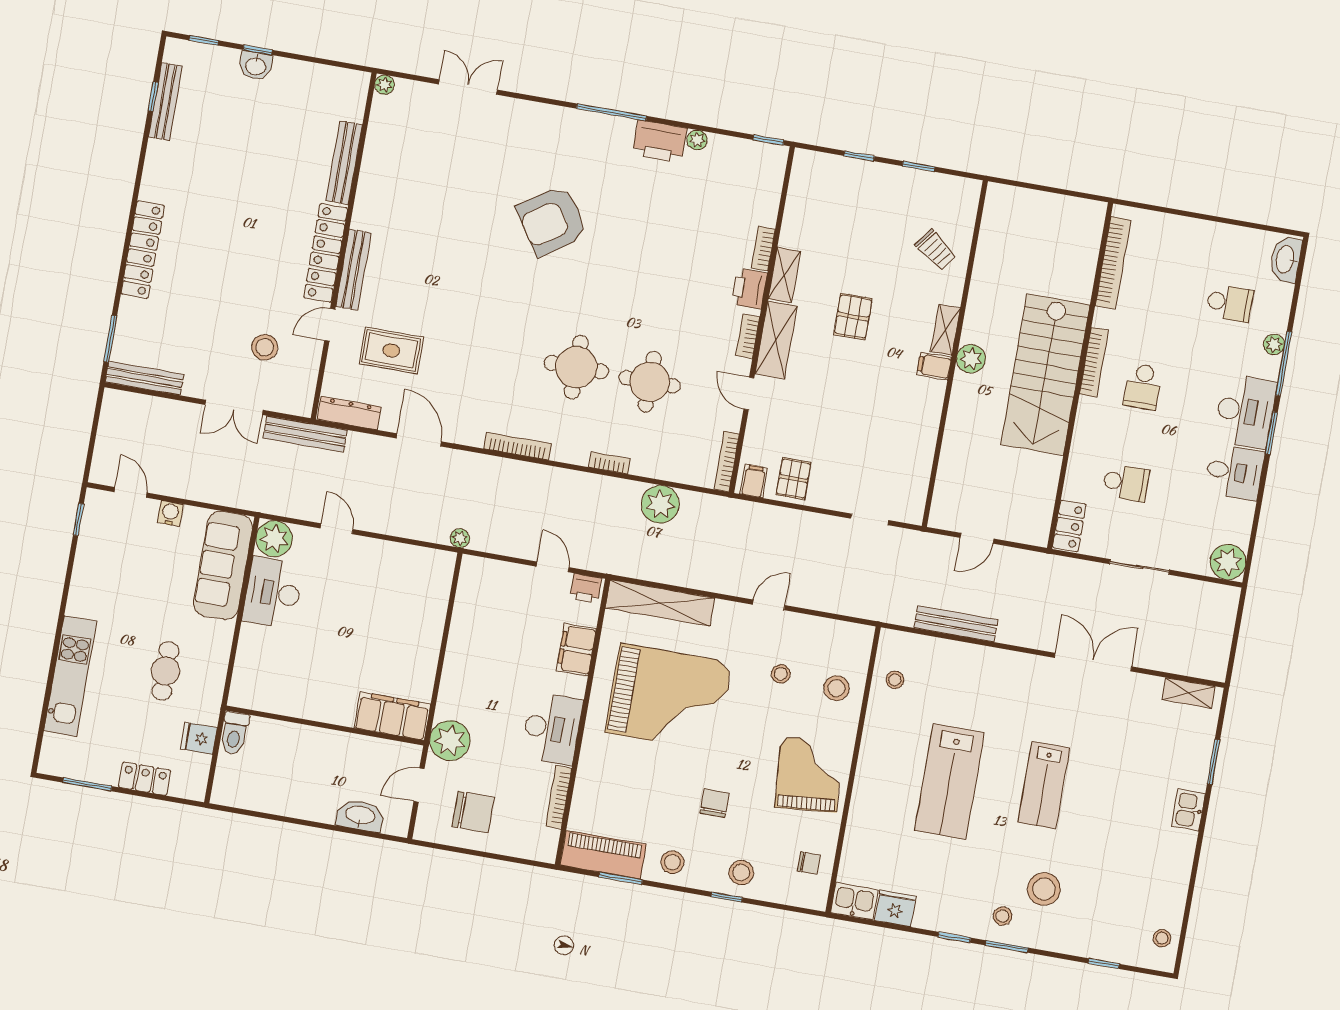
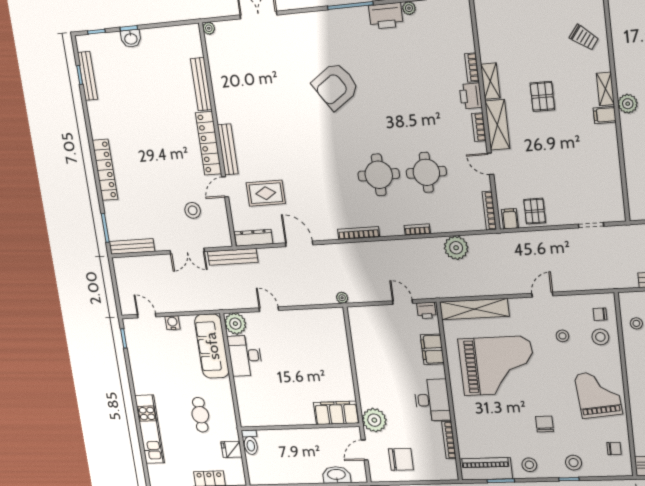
chair: (846, 654) -> (600, 314), added

